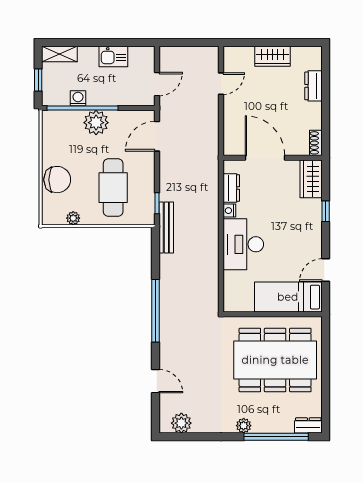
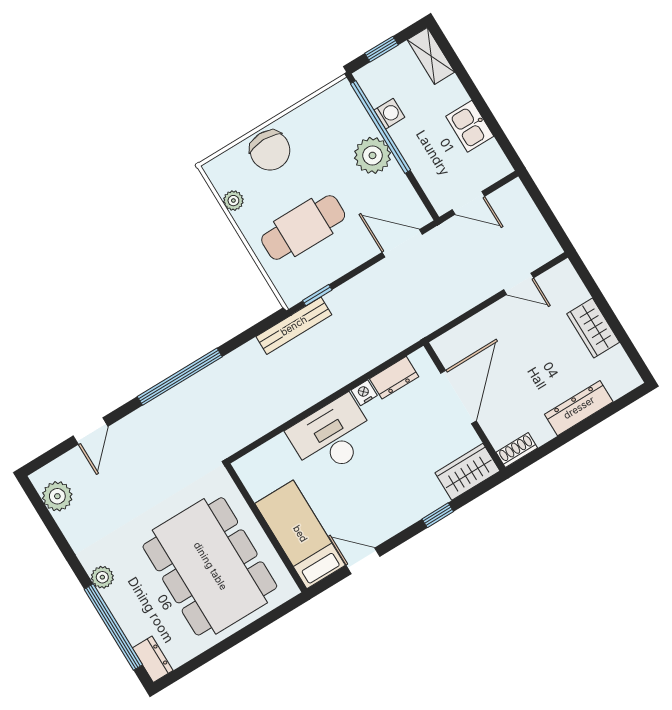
dresser: (314, 86) -> (579, 408), width x1.44

